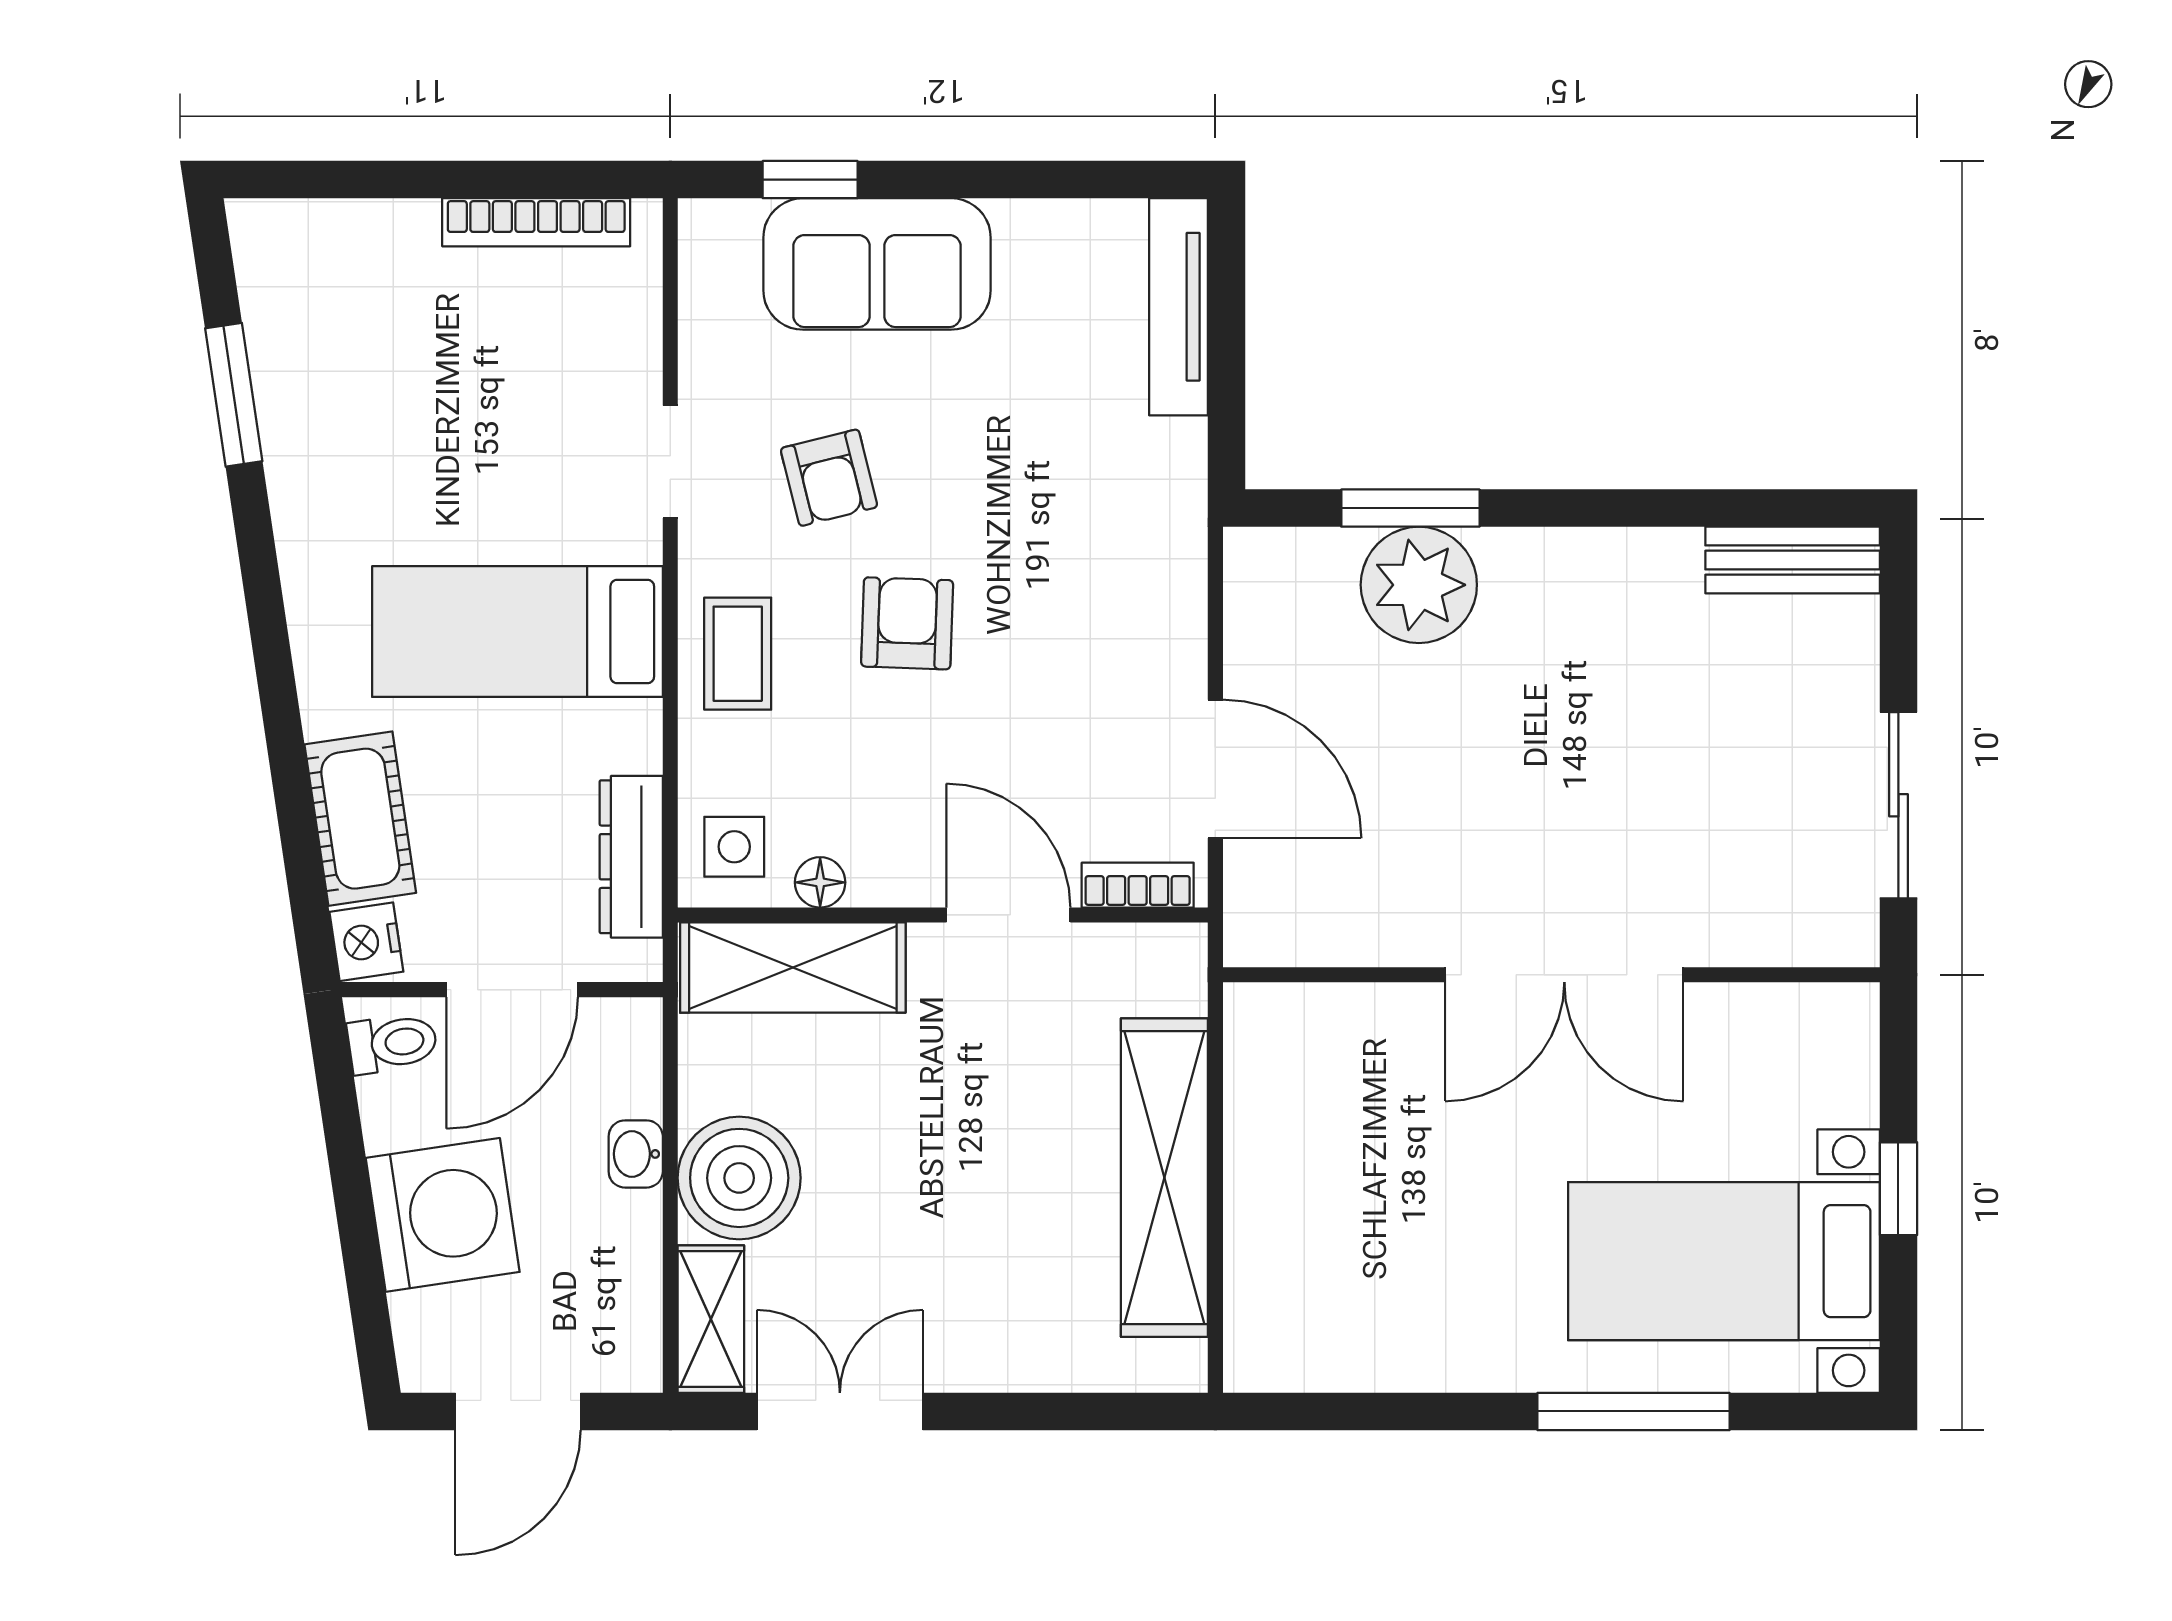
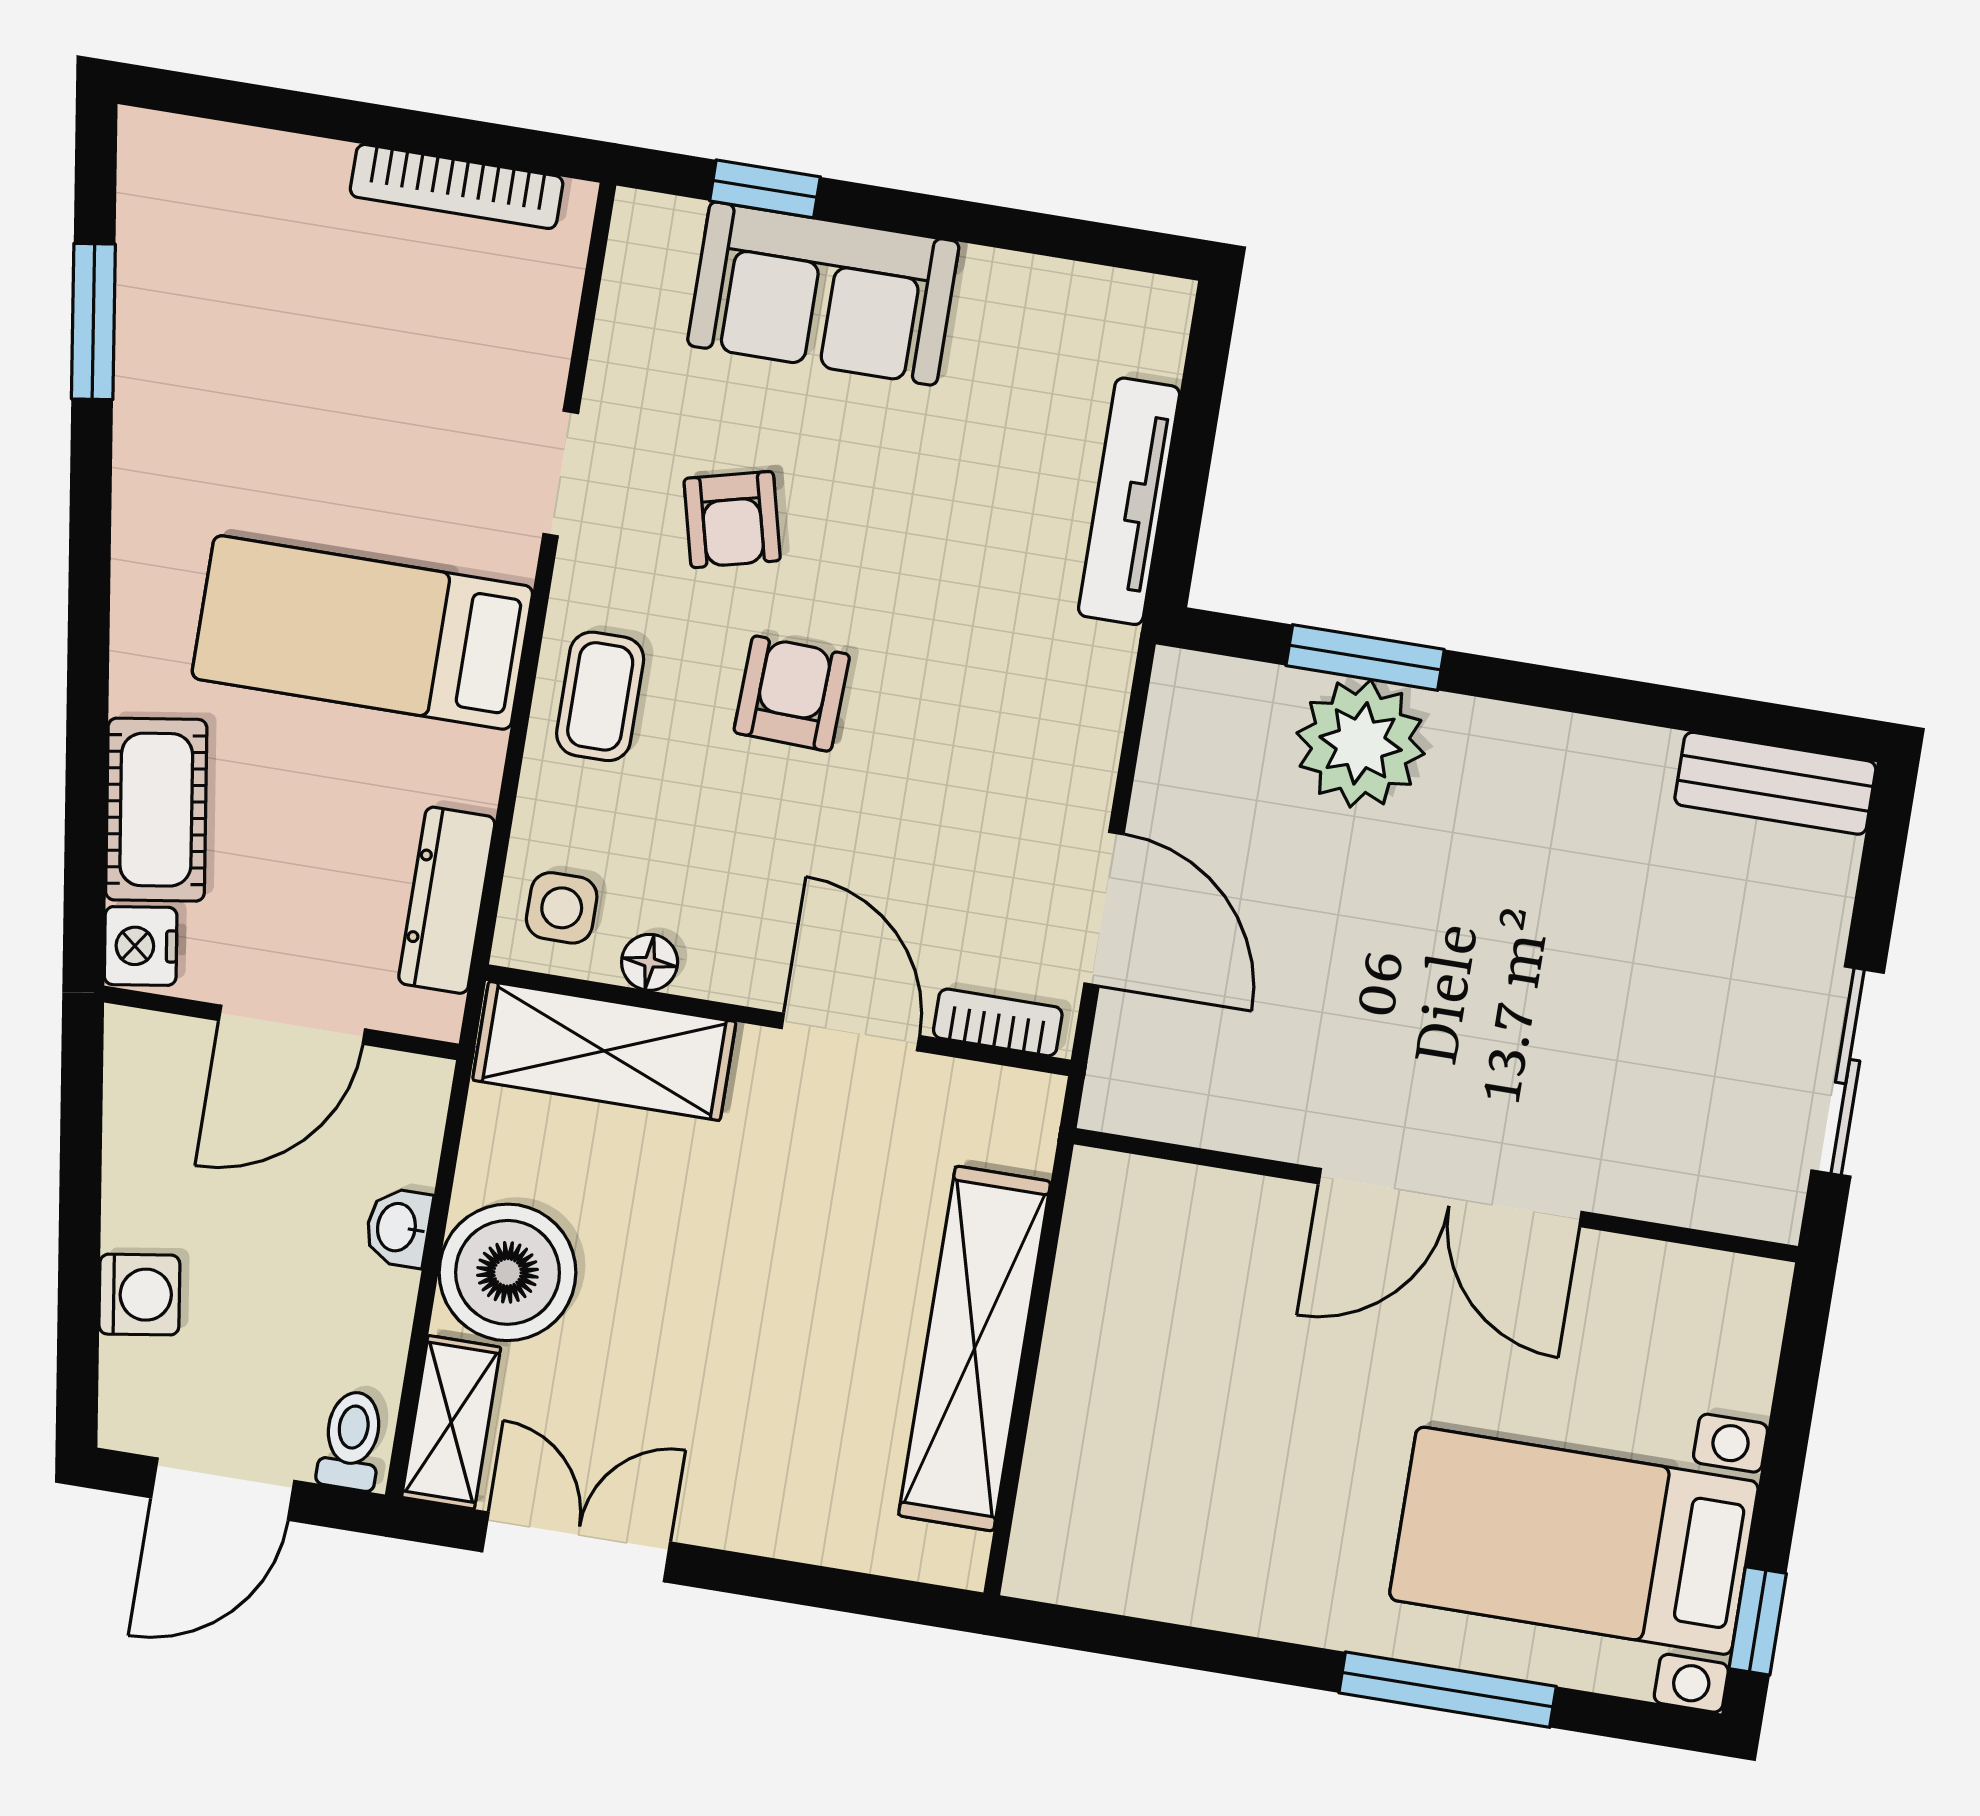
tv unit: (1178, 307) -> (1129, 501), moved
toilet: (392, 1043) -> (352, 1440), moved, turned -82
window: (1898, 1189) -> (1758, 1621), moved
washing machine: (443, 1215) -> (139, 1295), width x0.53, depth x0.53

